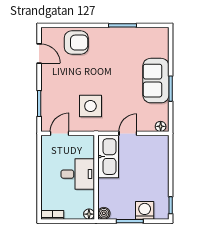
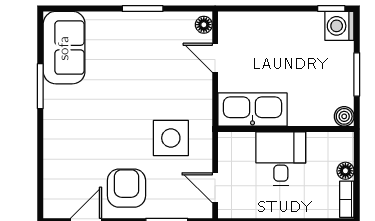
armchair: (76, 43) -> (126, 188), moved
sofa: (156, 81) -> (64, 48), moved, turned -90
door: (128, 133) -> (215, 58), moved
washing machine: (145, 210) -> (339, 26), moved
floor lamp: (89, 214) -> (345, 171), moved

